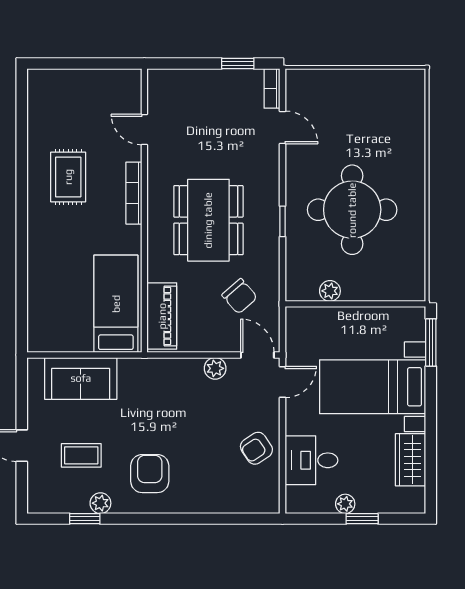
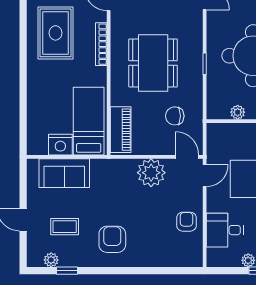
rug: (68, 177) -> (55, 33), width x1.36, depth x1.43
chair: (240, 296) -> (175, 116), turned 131
nightstand: (75, 337) -> (60, 145), added
plant: (215, 368) -> (151, 173), width x1.88, depth x1.88
armchair: (256, 448) -> (186, 222), turned 124
plant: (100, 503) -> (51, 260), moved

